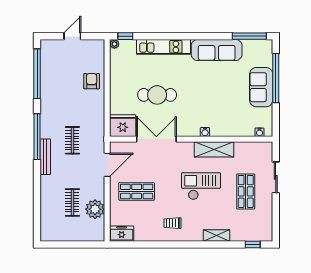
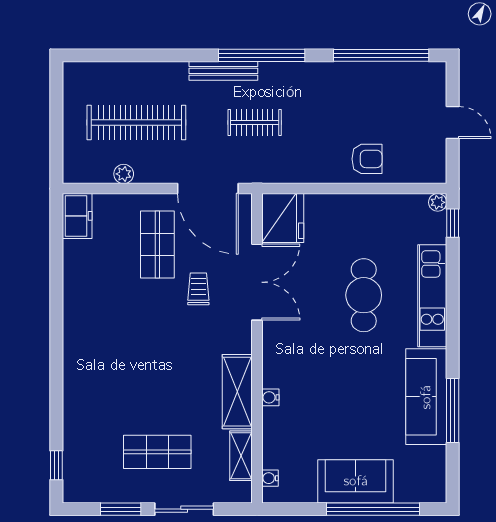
window: (249, 36) -> (453, 410), moved
cafe table: (157, 95) -> (364, 295), moved
water cooler: (205, 132) -> (270, 397), moved
door: (107, 165) -> (208, 189), width x1.36
checkout: (201, 186) -> (167, 367), removed
clothes rail: (72, 202) -> (136, 123), width x1.86, depth x1.31
plant: (95, 209) -> (124, 174), width x0.53, depth x0.53
window: (276, 211) -> (121, 509), added
trolley: (172, 223) -> (198, 289), moved
shelving: (217, 235) -> (241, 456), moved

